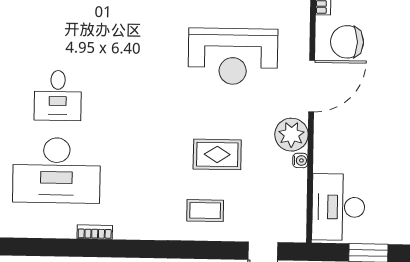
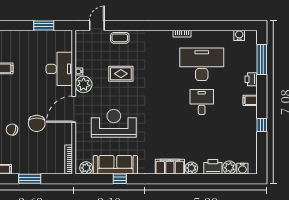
chair: (347, 42) -> (37, 123), moved, turned 90
desk: (338, 207) -> (59, 69), moved
coffee table: (205, 211) -> (120, 38), moved

